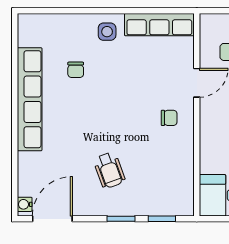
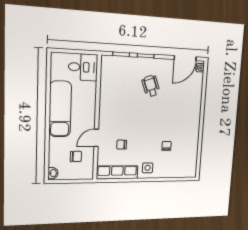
row of seats: (30, 99) -> (193, 129), removed
chair: (169, 118) -> (122, 145), moved

